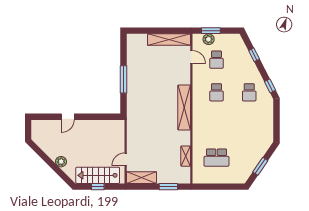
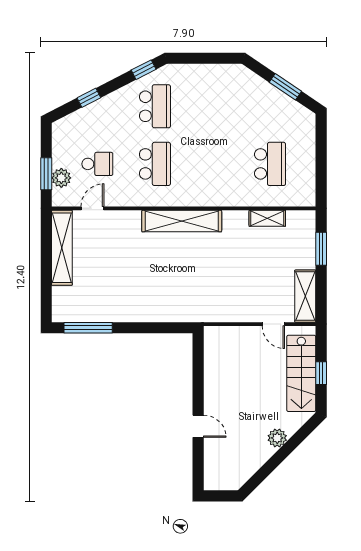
window: (124, 79) -> (88, 328), moved
school desk: (216, 92) -> (155, 164), width x1.85
school desk: (249, 92) -> (155, 106), width x1.85

